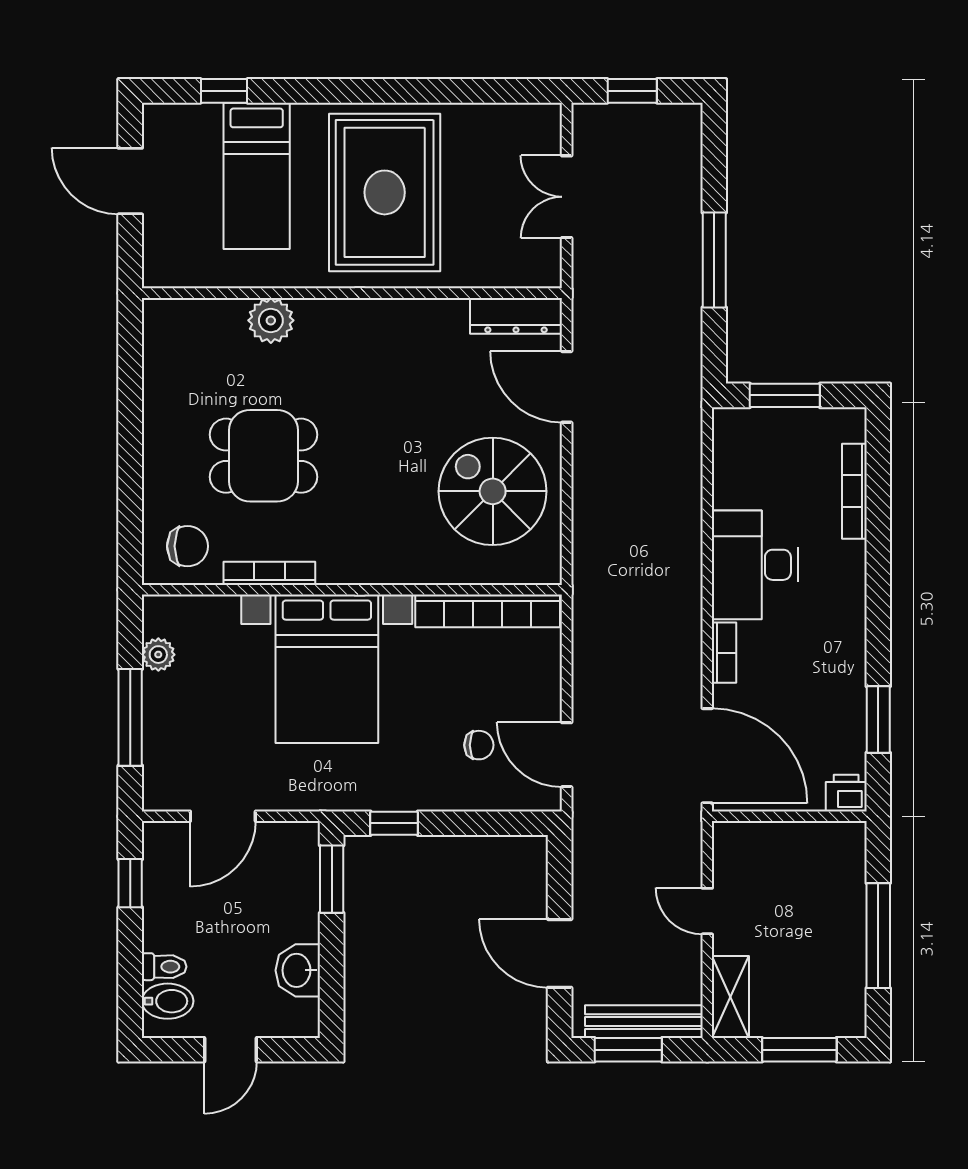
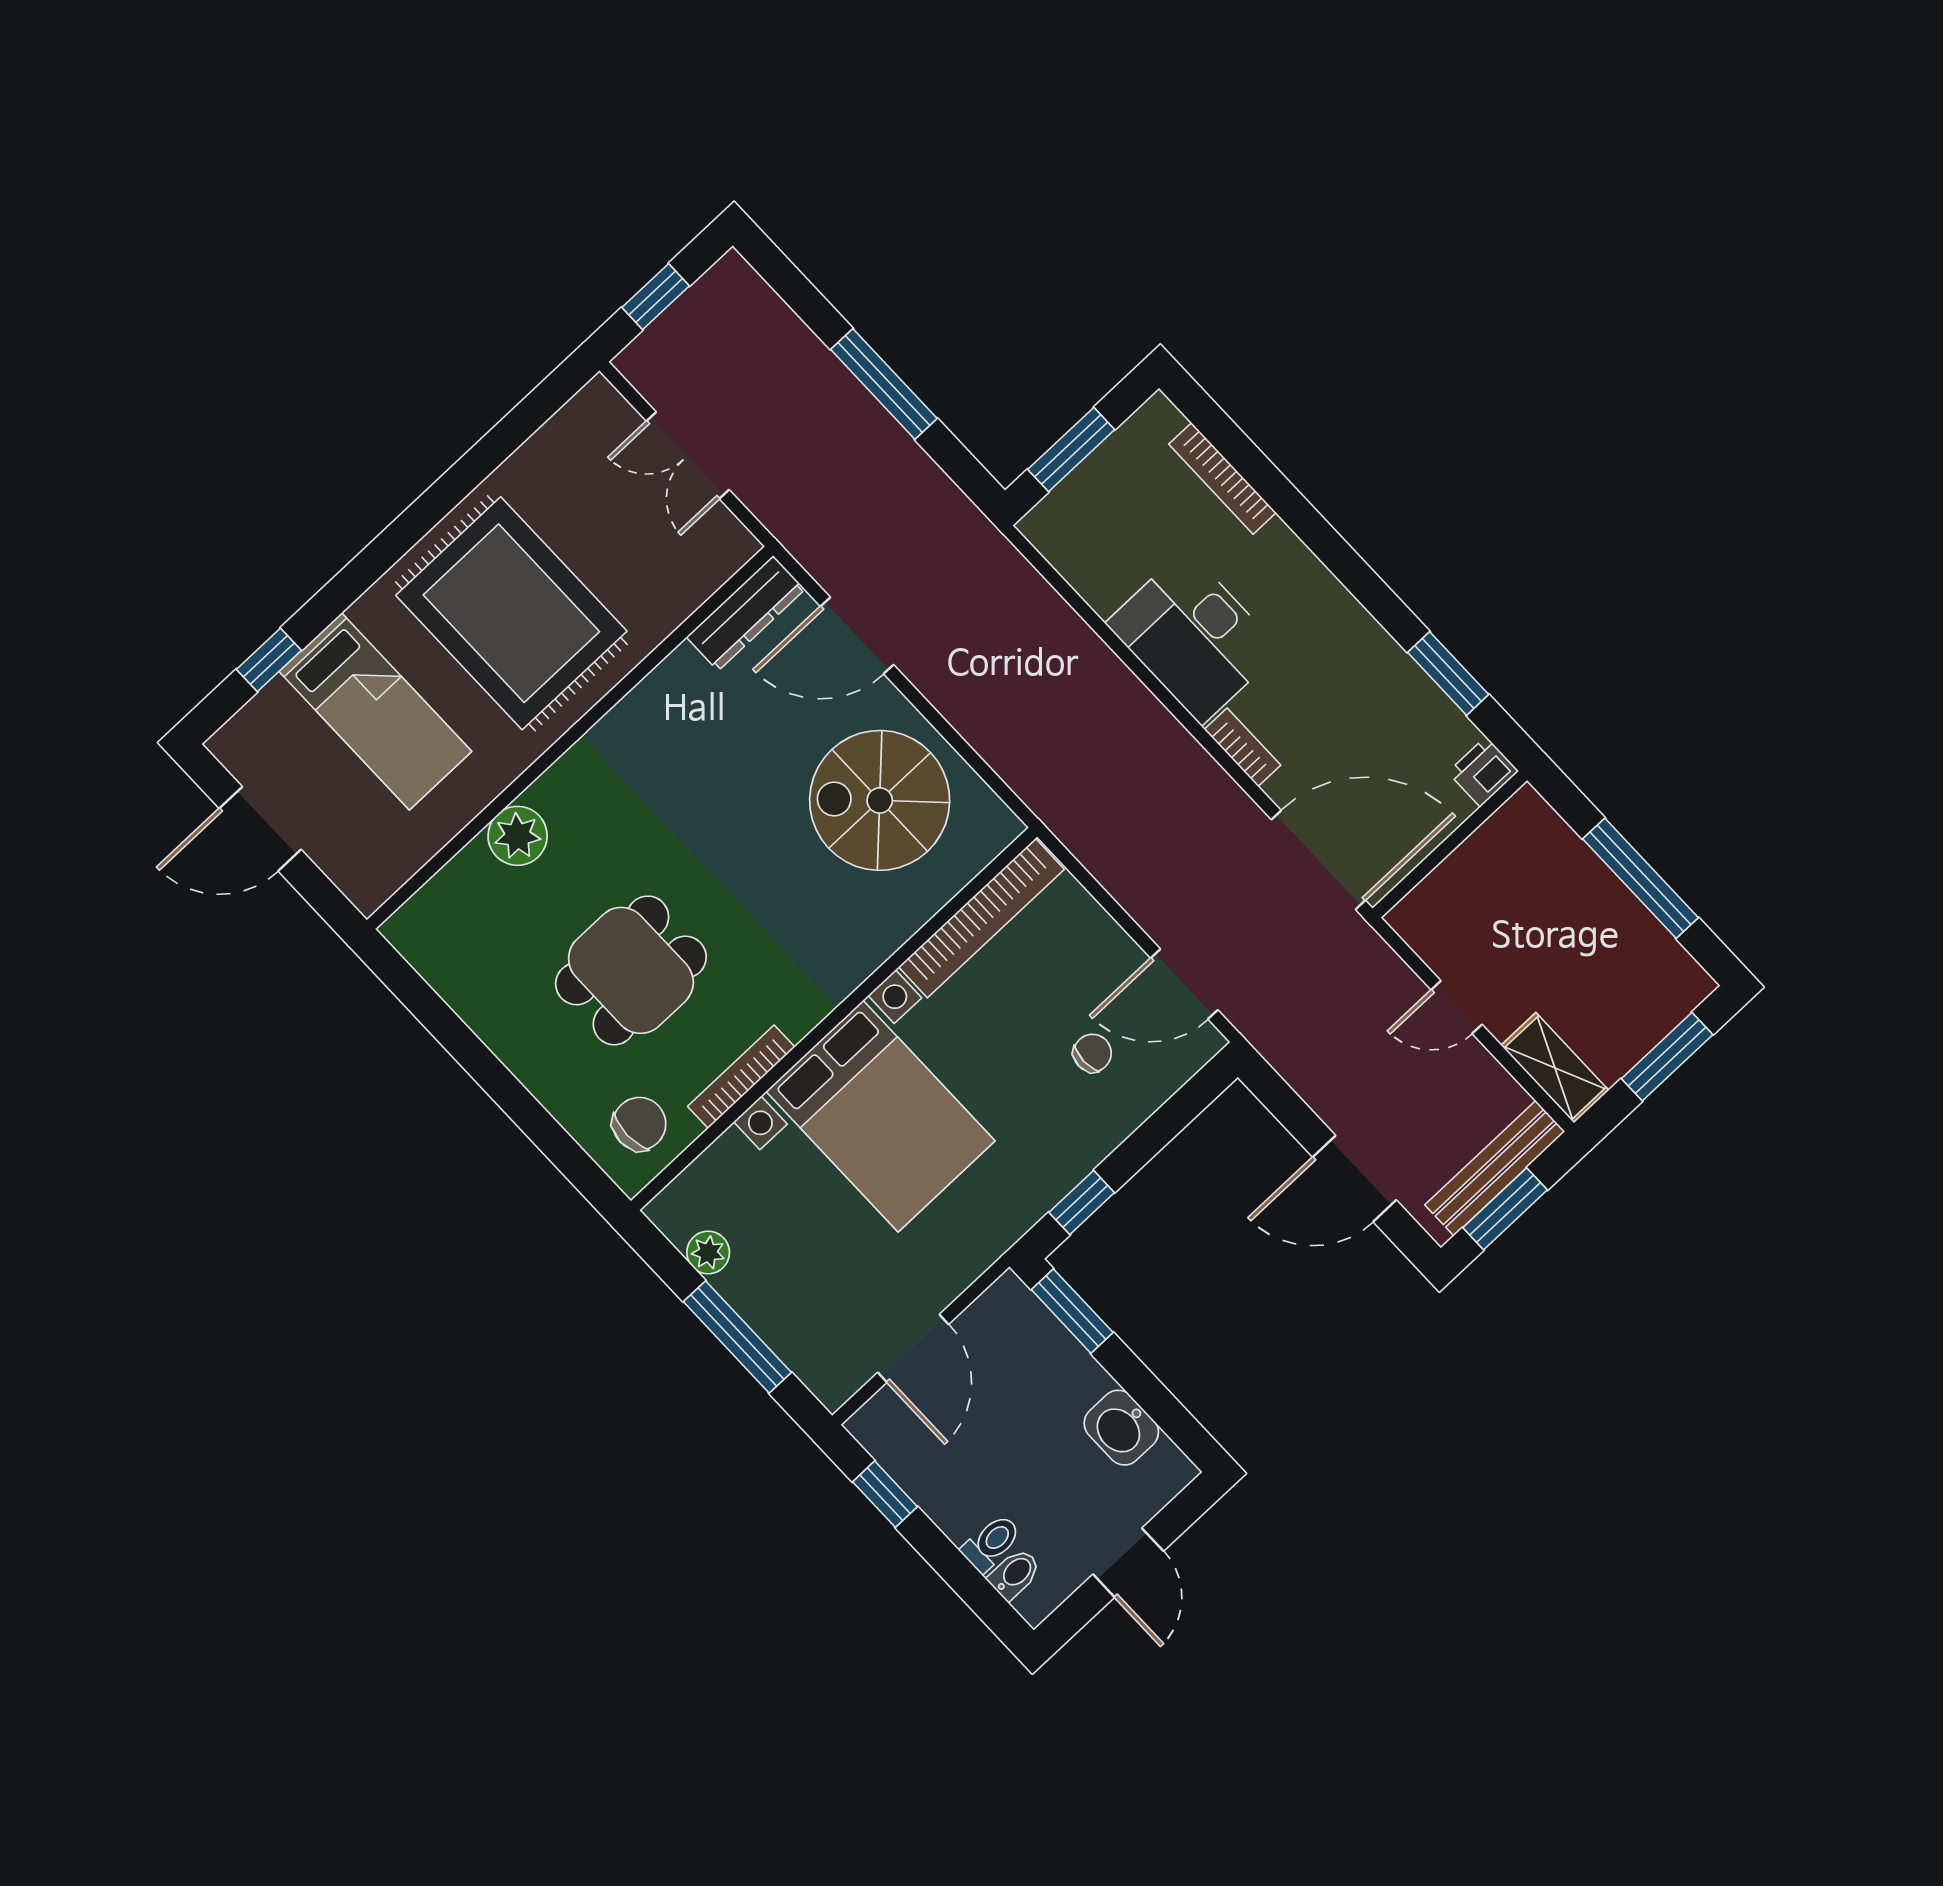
bidet: (168, 1001) -> (1015, 1574), width x0.72, depth x0.74

